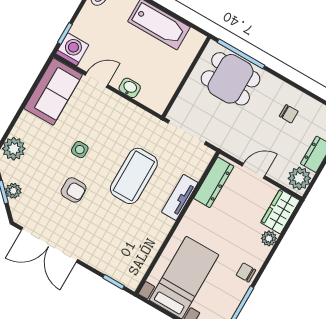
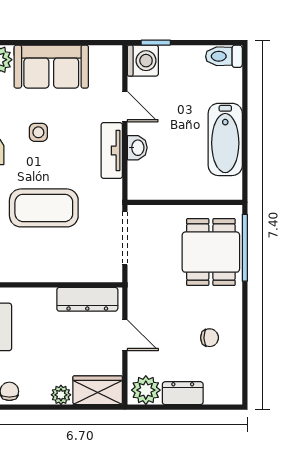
sofa: (53, 92) -> (51, 67), moved
chair: (289, 114) -> (210, 338), turned -91
tv unit: (180, 197) -> (112, 150), moved, turned -90

